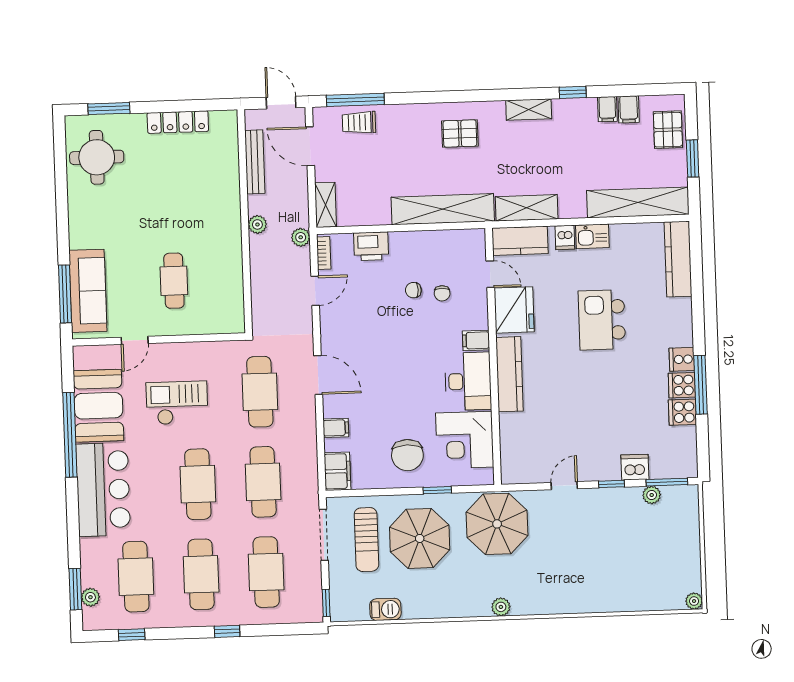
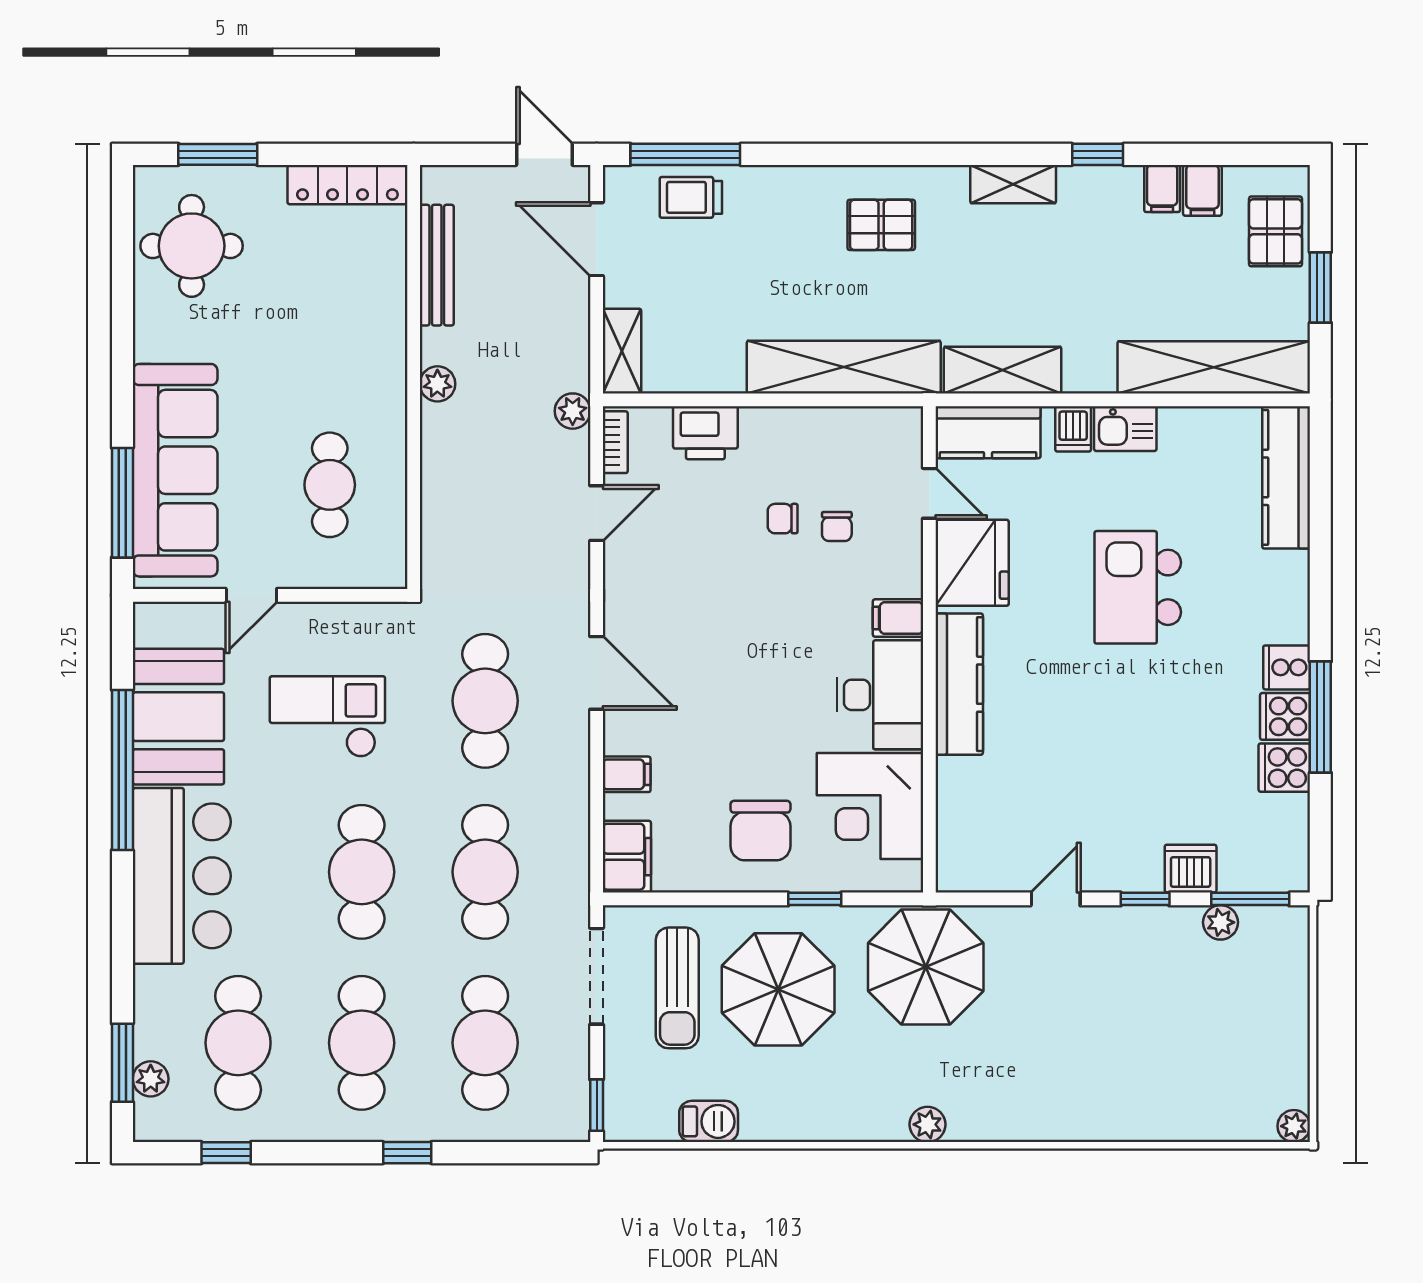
bench: (255, 162) -> (437, 265), moved
wall: (245, 221) -> (414, 377), moved
plant: (257, 224) -> (437, 384), moved
sofa: (88, 291) -> (175, 470), width x1.36, depth x1.27

